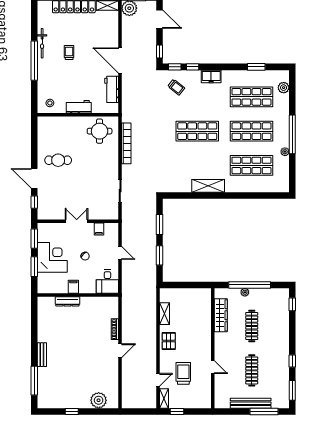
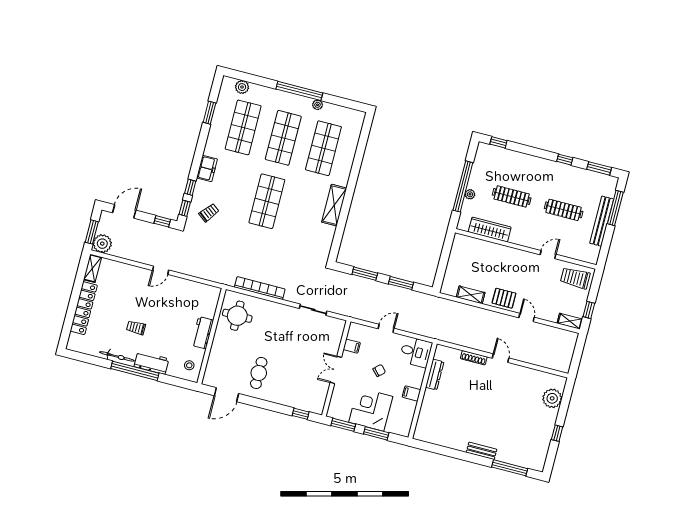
door: (120, 60) -> (161, 270), width x0.53
workbench: (112, 89) -> (151, 363), moved, turned 180
door: (34, 178) -> (226, 395), moved
dresser: (67, 301) -> (435, 374), moved
trolley: (183, 373) -> (575, 278), moved
door: (158, 380) -> (527, 317), moved

